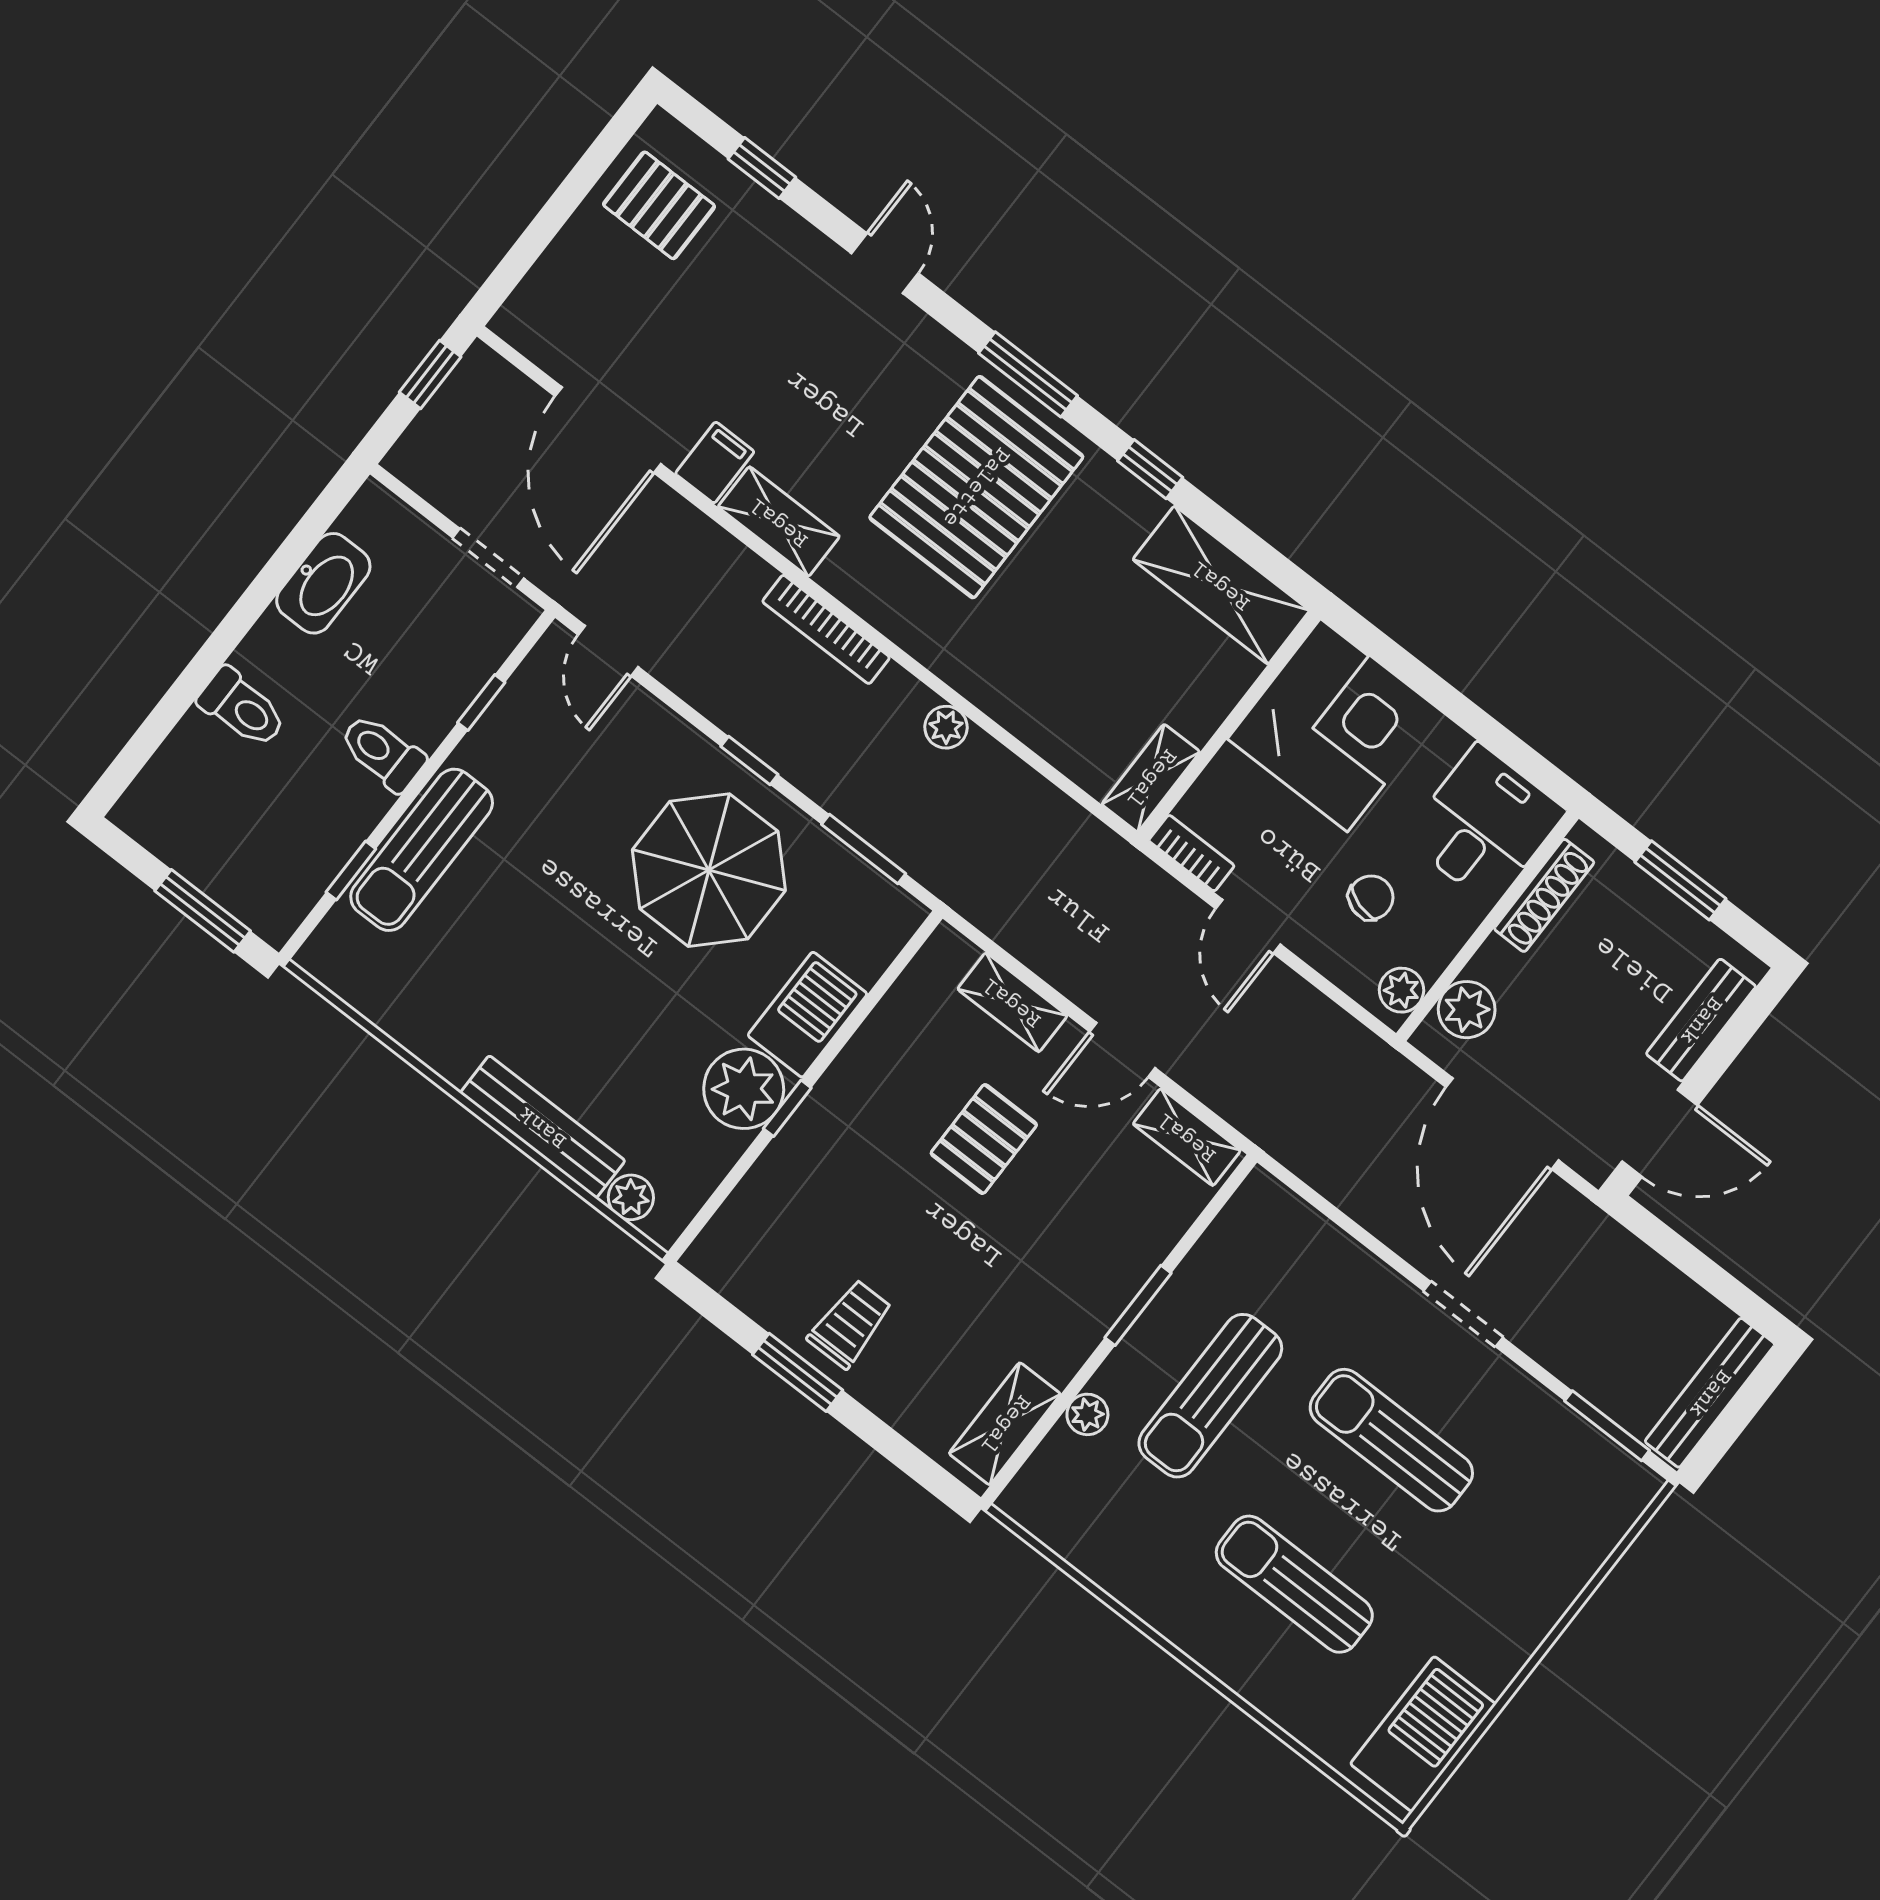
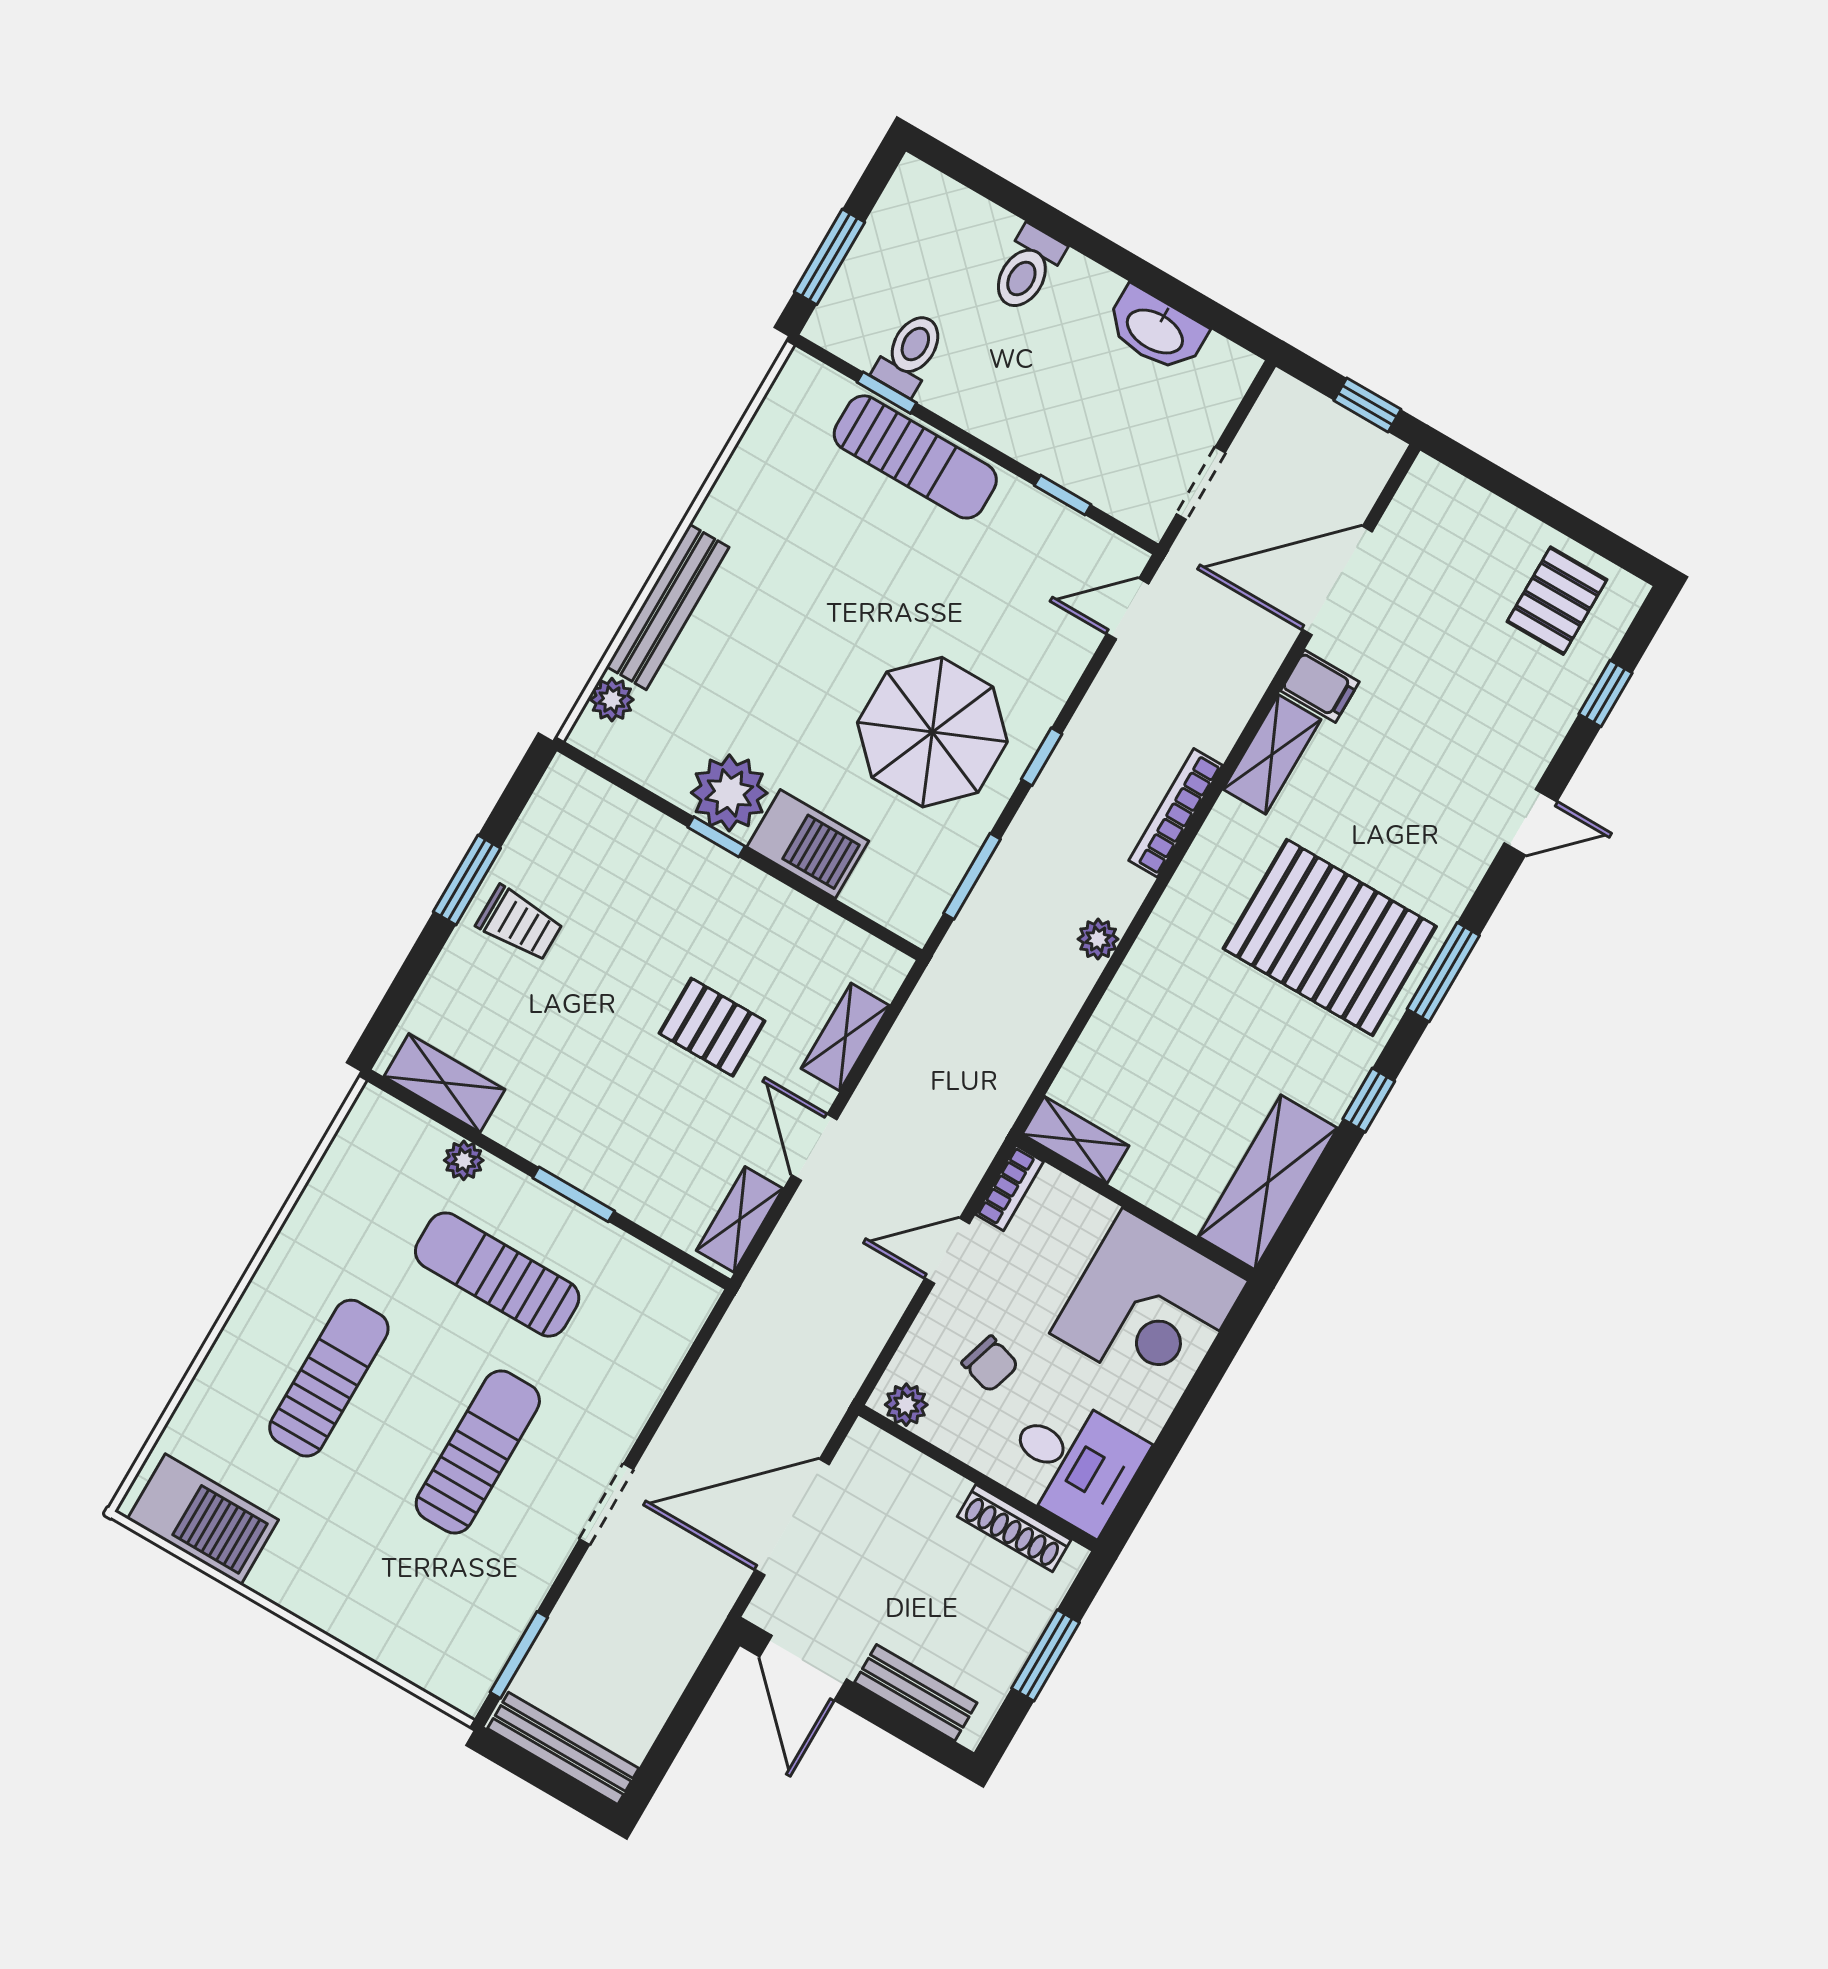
toilet: (382, 752) -> (910, 353), moved
sun lounger: (422, 850) -> (915, 457), turned 180
plant: (1467, 1010) -> (896, 1469), removed

